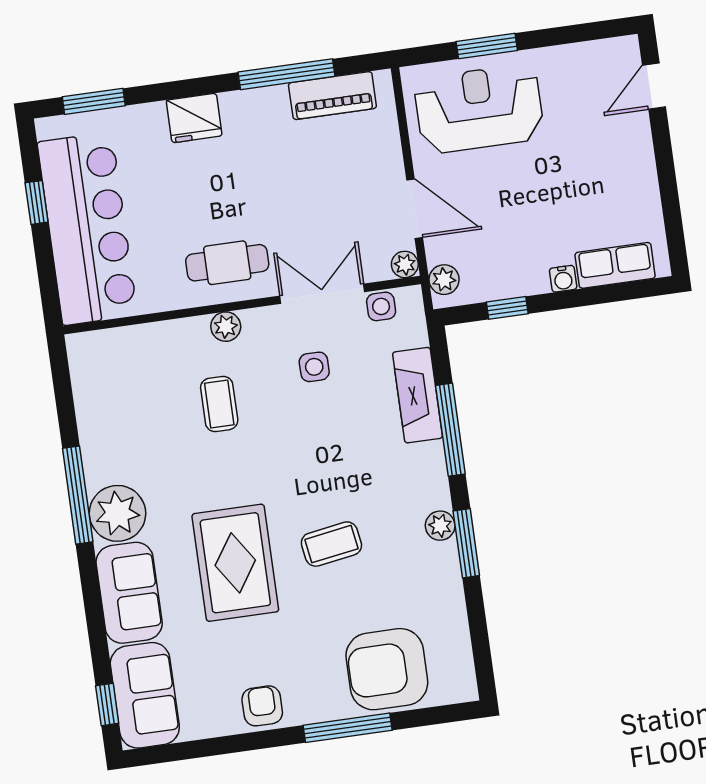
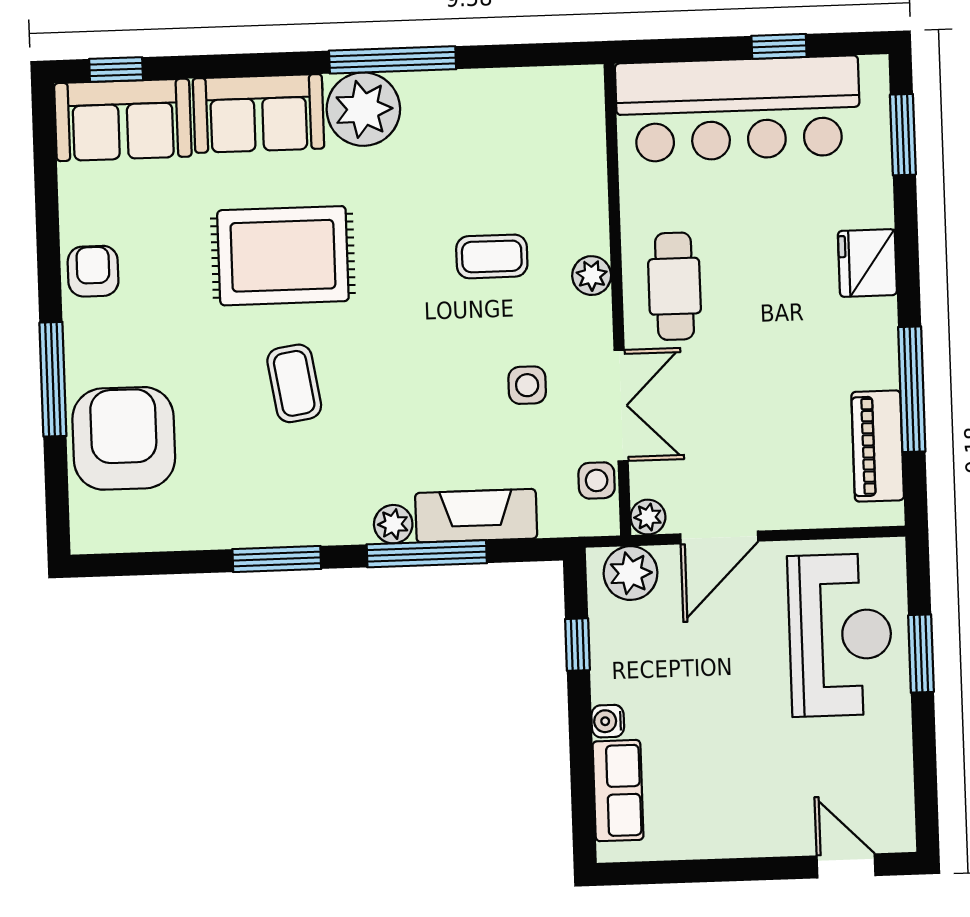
plant: (444, 280) -> (631, 573), width x1.38, depth x1.38
plant: (440, 526) -> (393, 524), moved
armchair: (262, 706) -> (93, 271), turned -90

